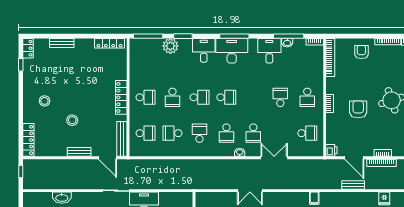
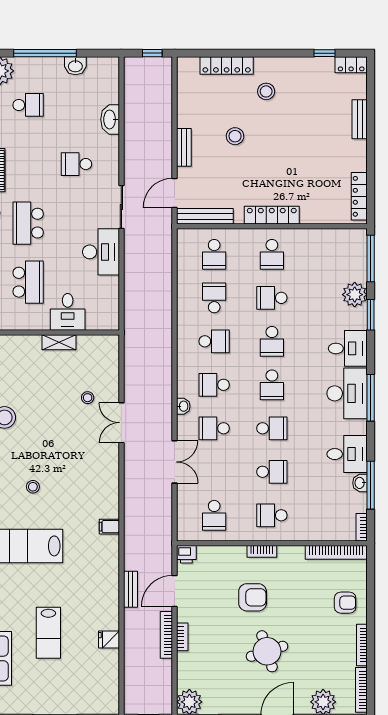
school desk: (253, 97) -> (272, 428), added
locker: (28, 140) -> (227, 65), moved

